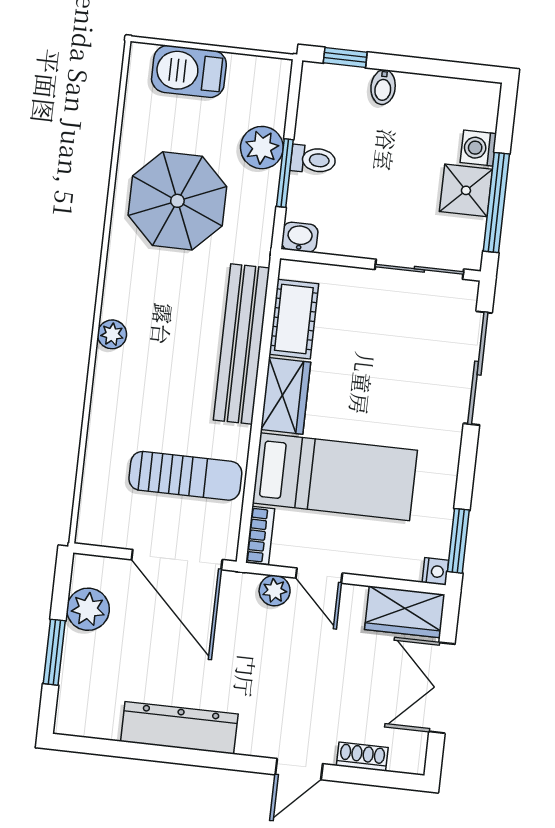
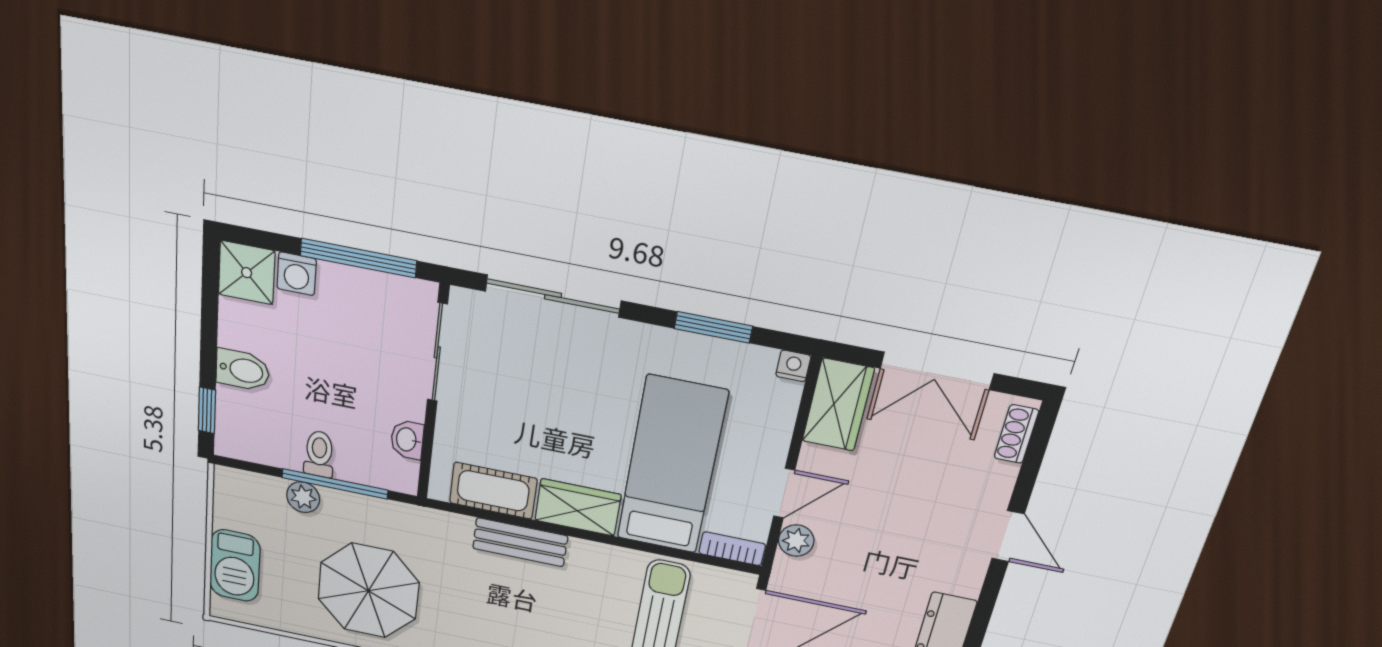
bidet: (383, 87) -> (243, 370), width x1.38, depth x1.36
plant: (262, 148) -> (303, 497), width x0.73, depth x0.73
window: (285, 173) -> (335, 484), width x1.44
shower: (466, 190) -> (247, 273), moved
washbasin: (300, 237) -> (407, 440), moved
bench: (242, 344) -> (520, 542), width x0.54, depth x0.82
window: (458, 541) -> (713, 327), moved
shoe rack: (362, 757) -> (1016, 434), moved

